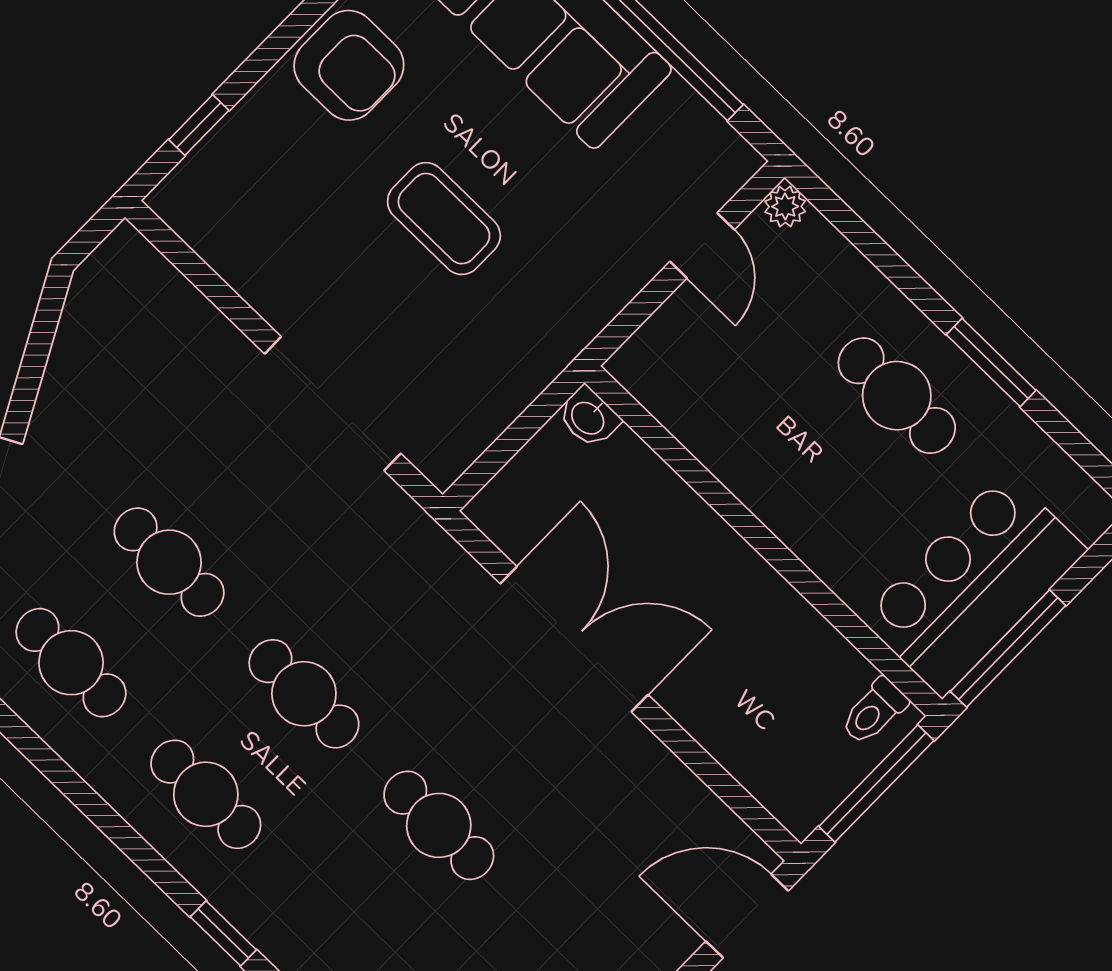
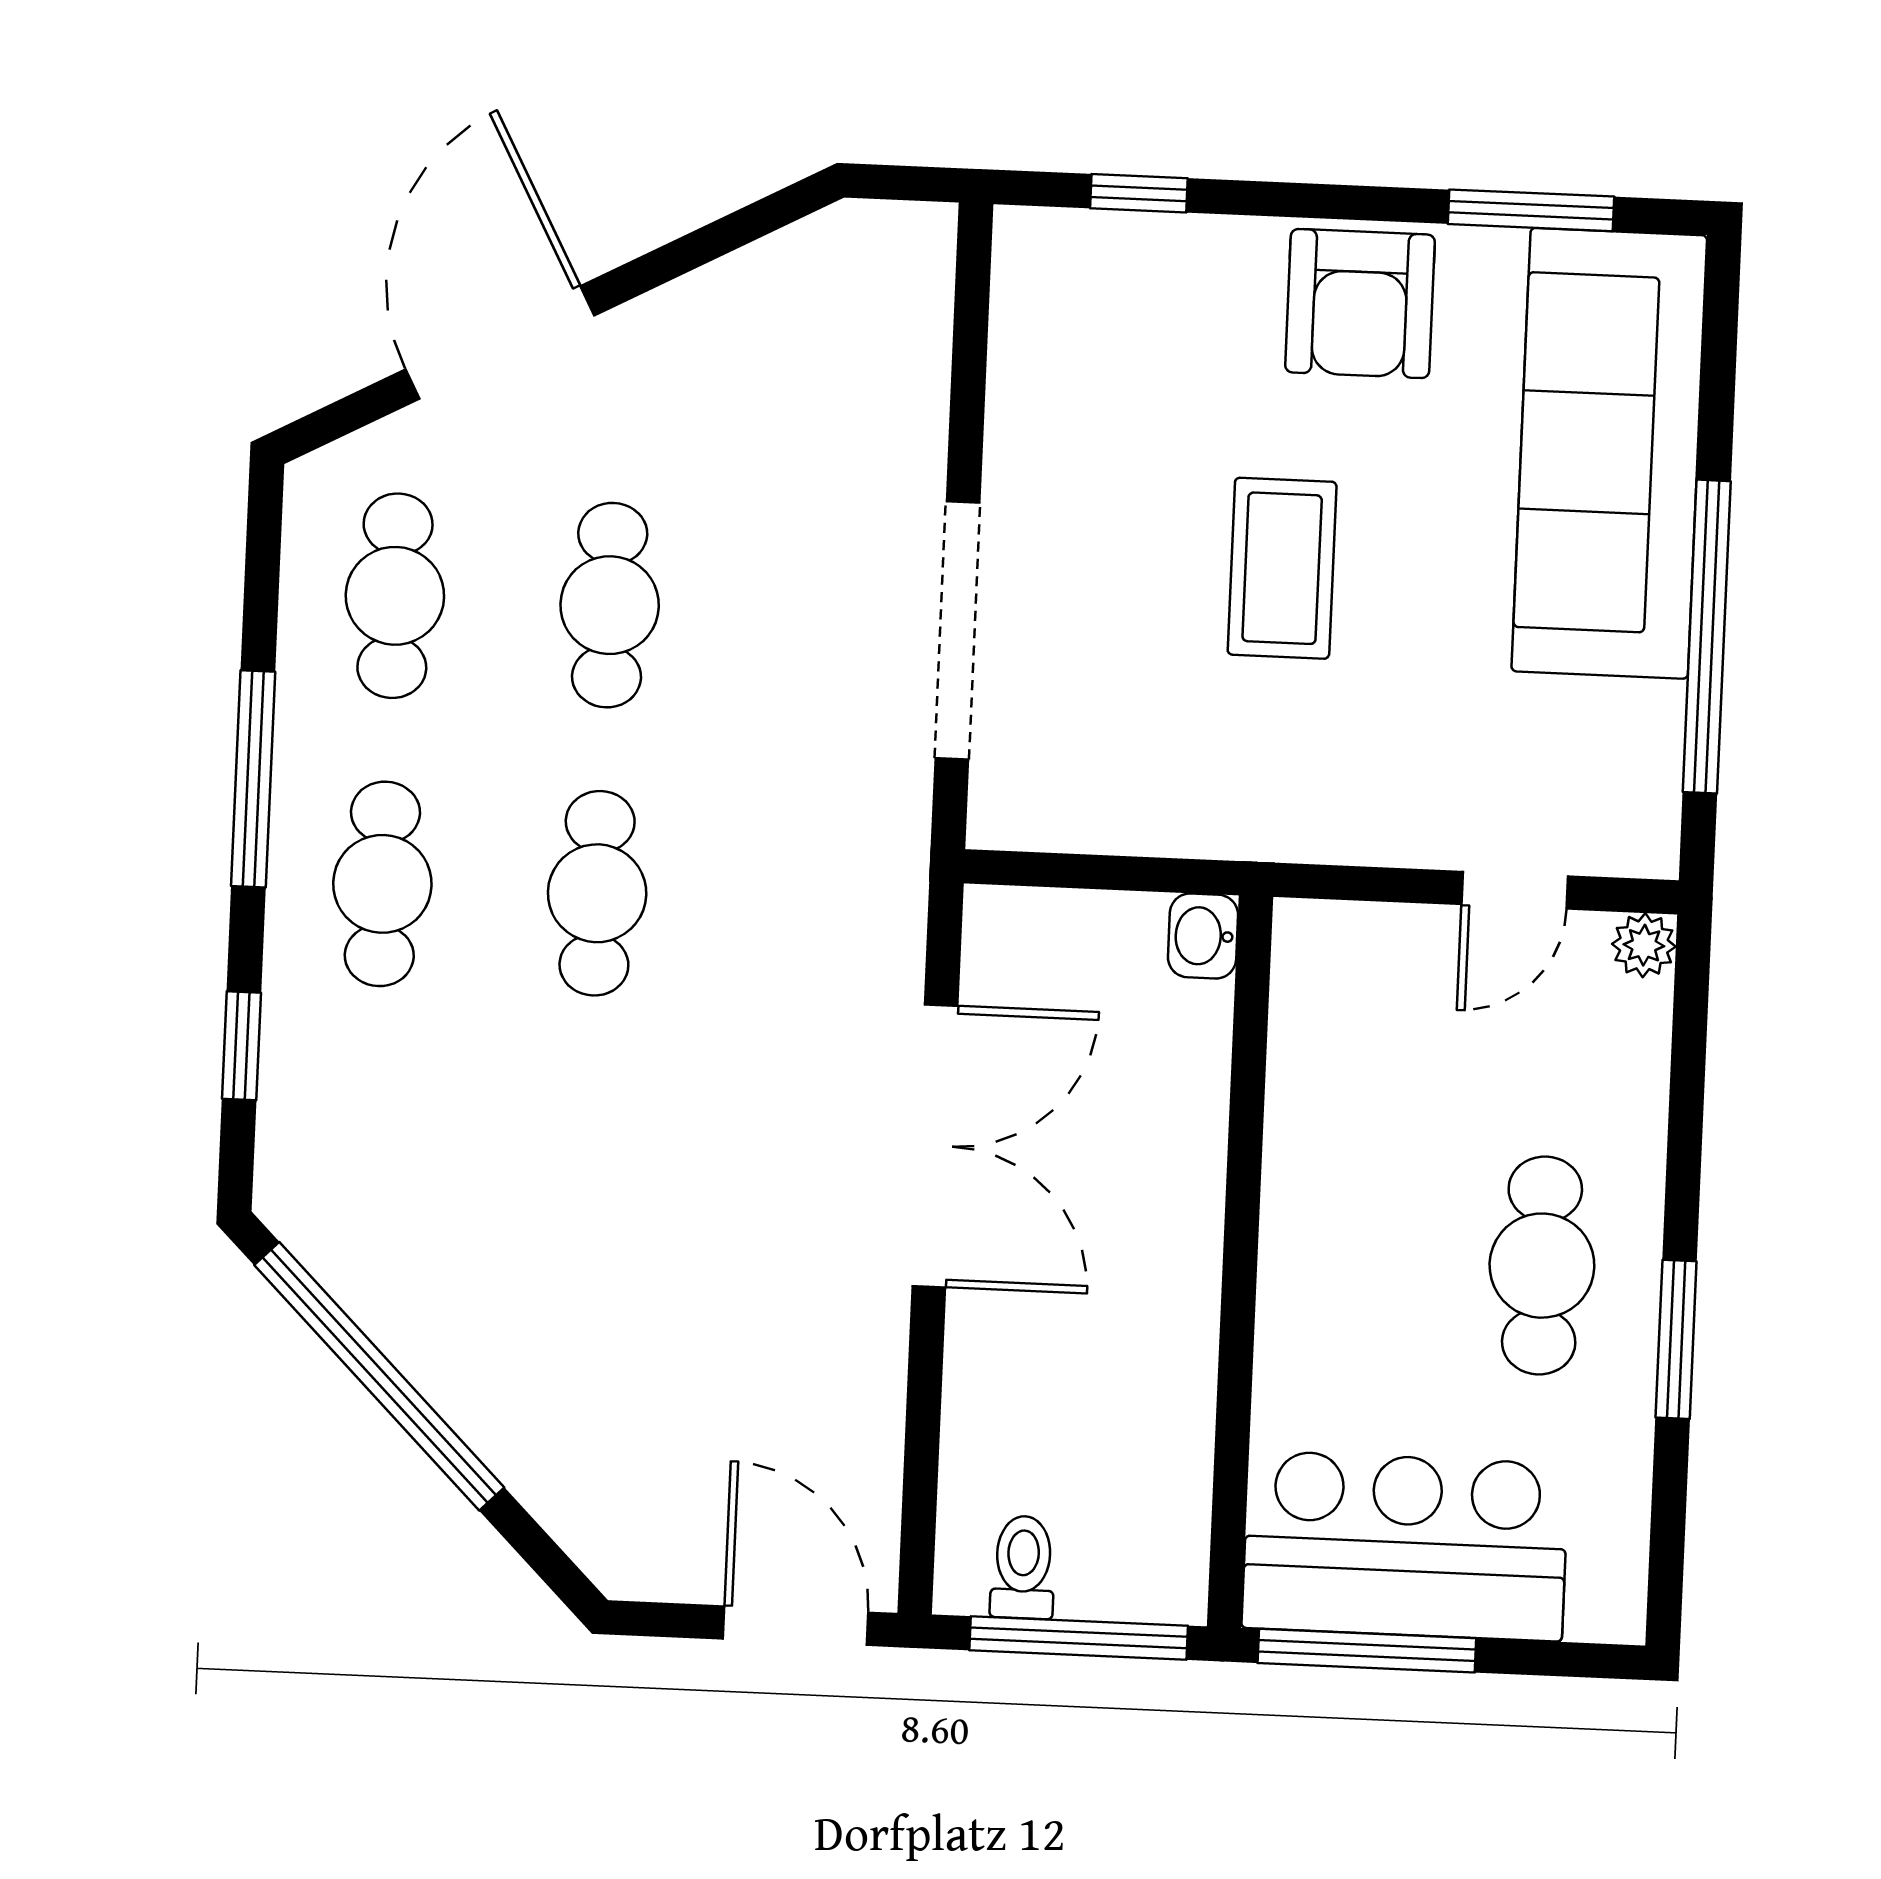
toilet: (874, 711) -> (1023, 1567), moved, turned 90
window: (98, 811) -> (253, 779), added
cafe table: (439, 825) -> (584, 1181), removed

